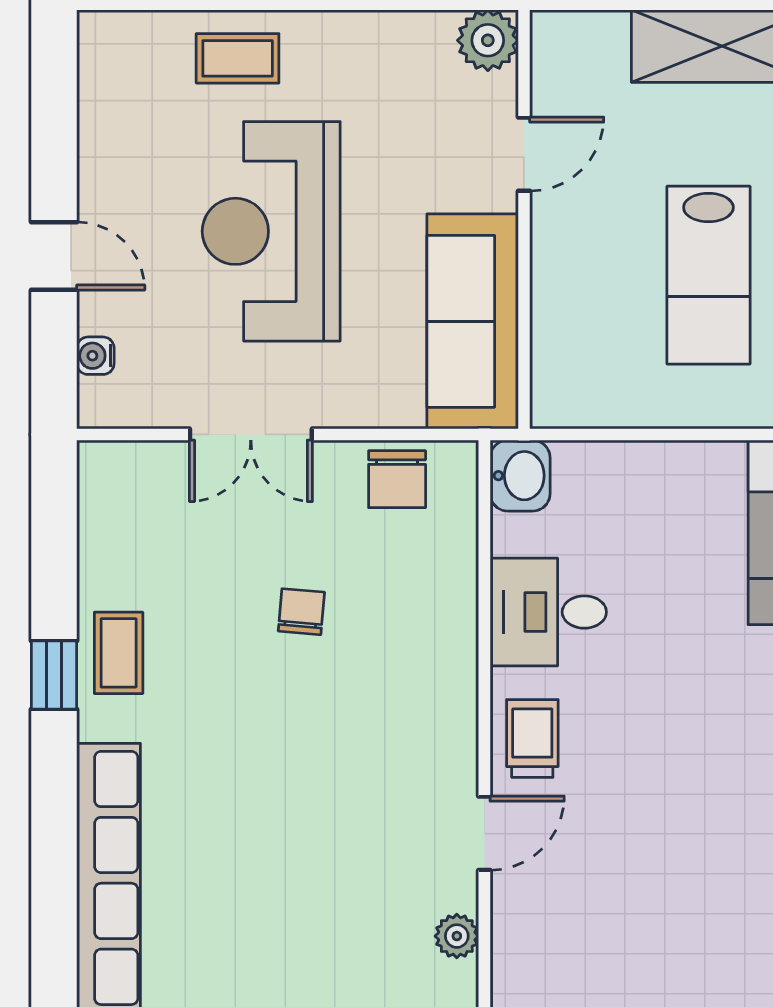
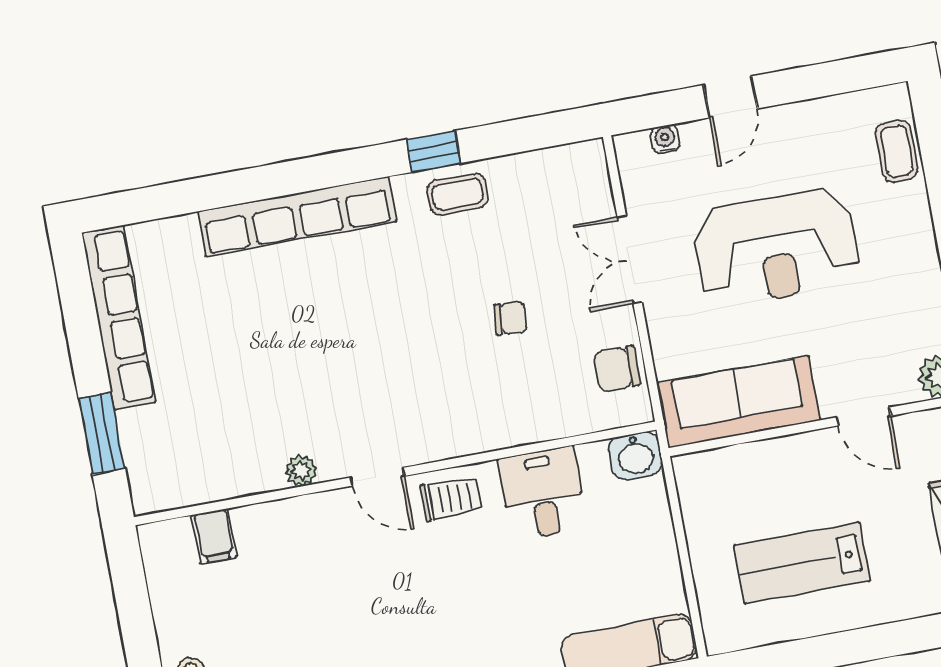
coffee table: (238, 58) -> (897, 151), moved
reception desk: (271, 231) -> (776, 247), turned 180

